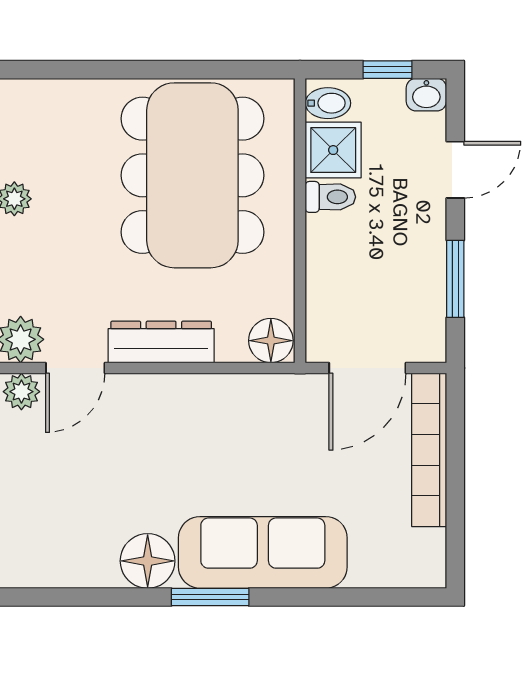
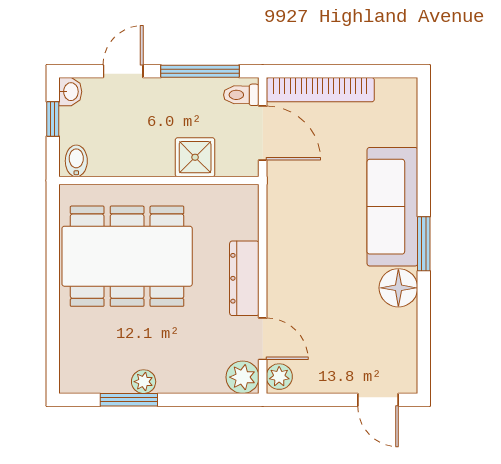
shower: (333, 150) -> (195, 157), moved
door: (455, 170) -> (123, 71), hinge flipped
toilet: (330, 197) -> (241, 95), moved, turned -90
window: (455, 279) -> (200, 71), width x1.44
floor lamp: (271, 341) -> (243, 201), removed

